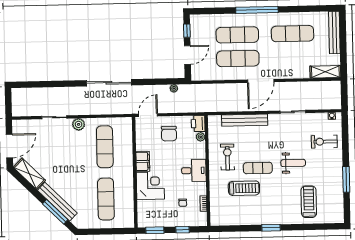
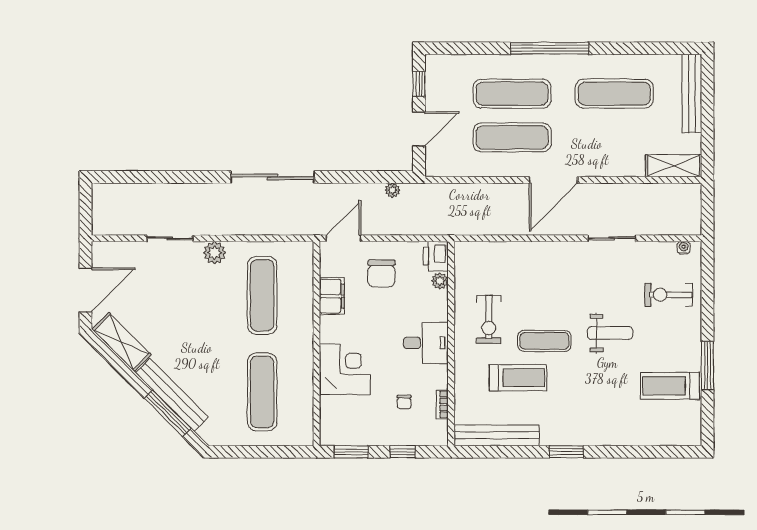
bench: (245, 120) -> (497, 435), moved
exercise bike: (227, 157) -> (489, 319), turned 180
filing cabinet: (143, 161) -> (332, 296), moved
treadmill: (309, 202) -> (670, 386), moved, turned -90

